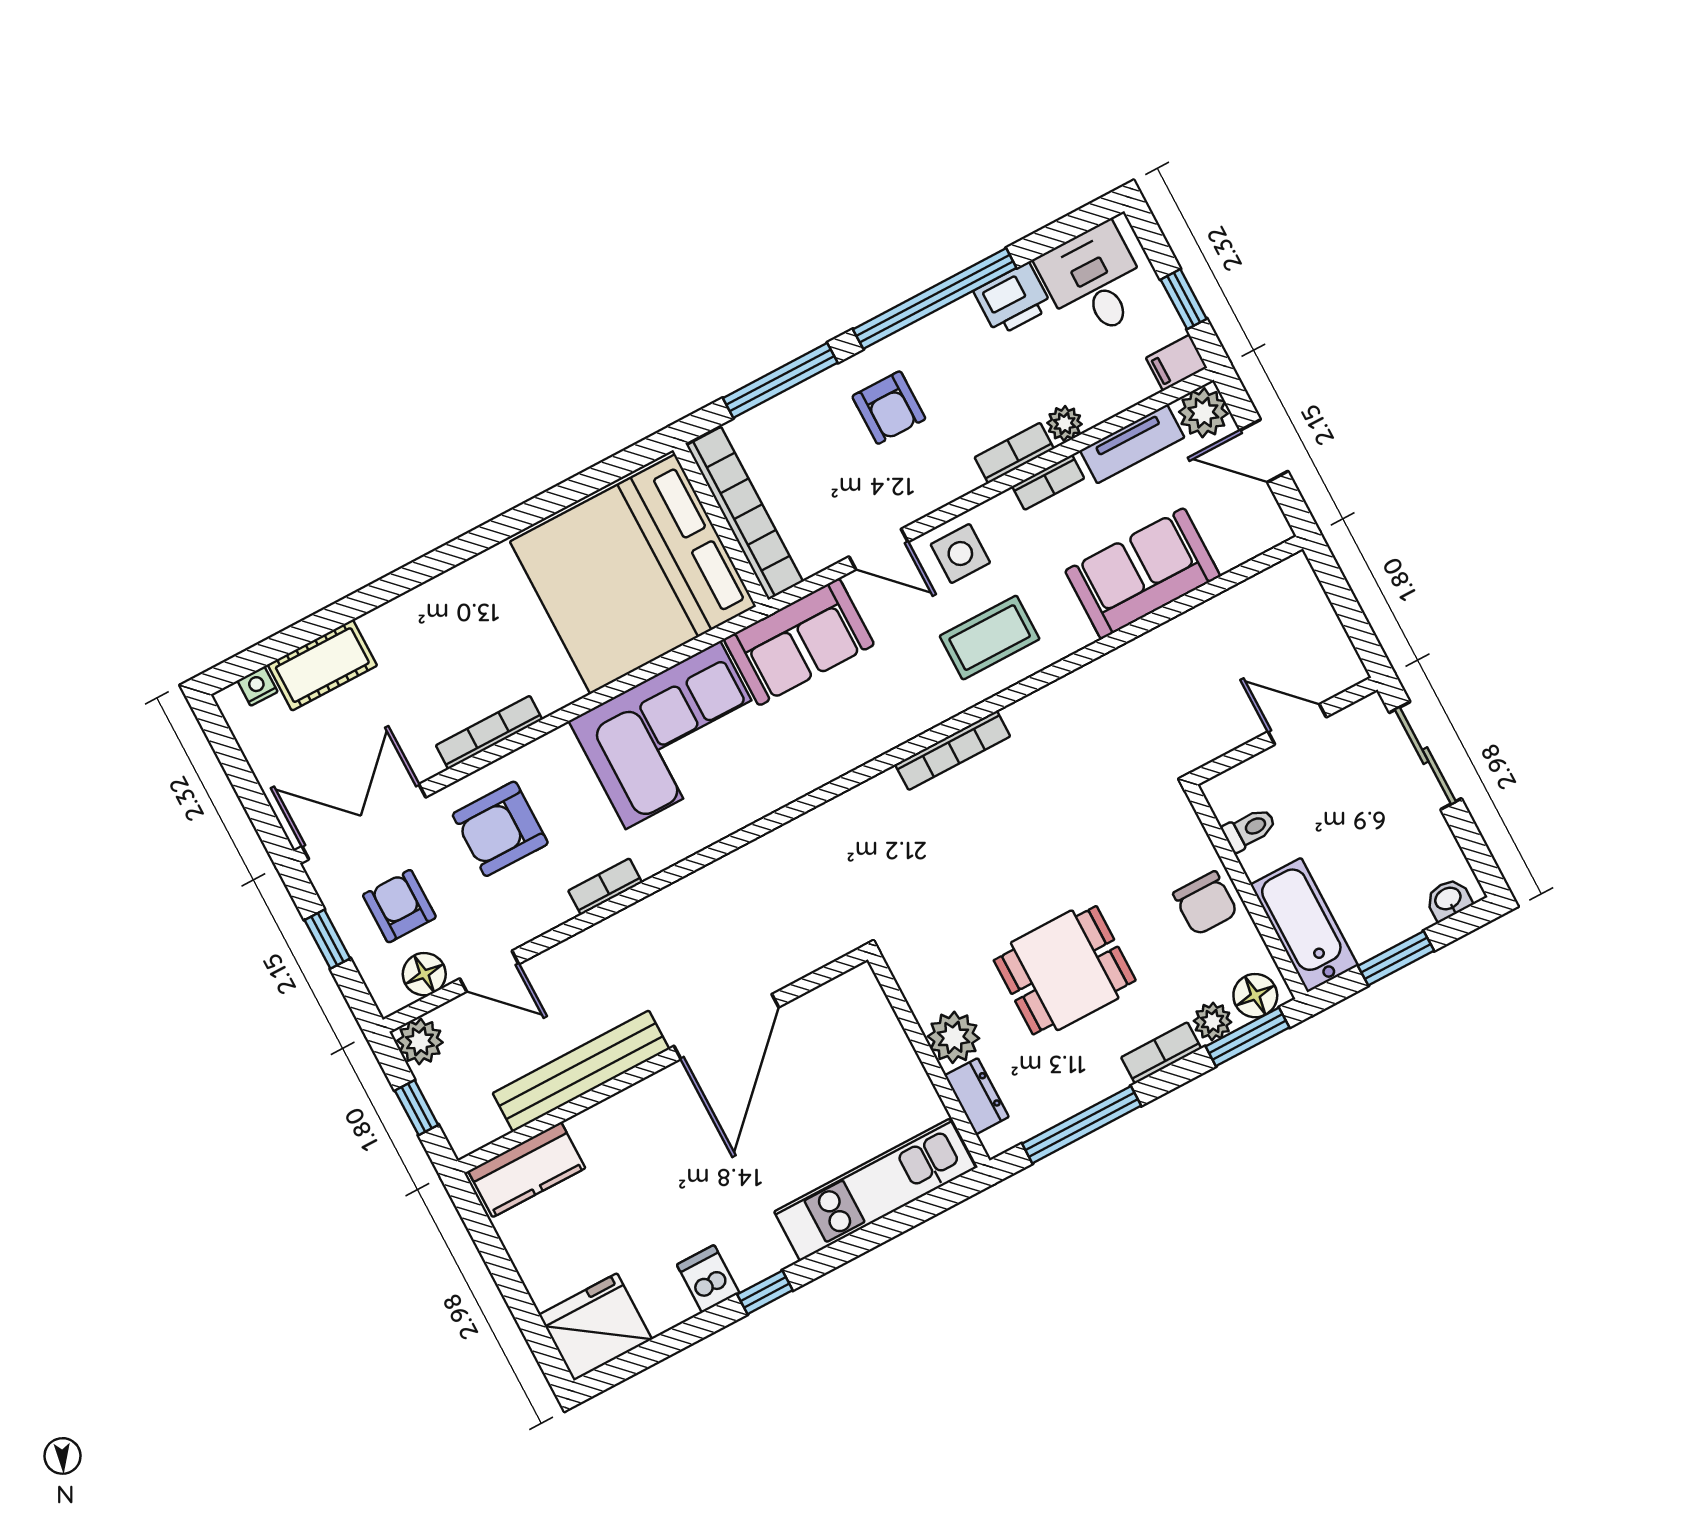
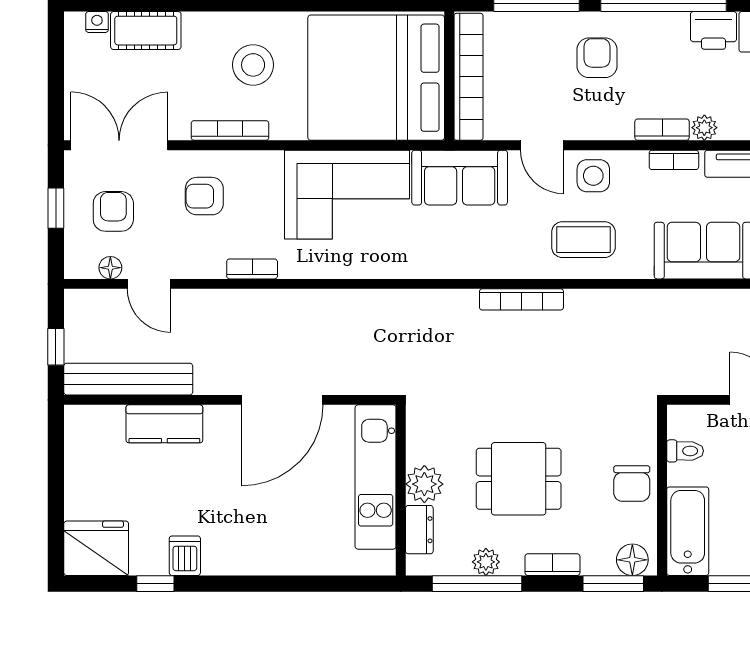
armchair: (889, 408) -> (597, 58), turned 180
stool: (475, 638) -> (253, 65), added
armchair: (500, 829) -> (204, 196), width x0.72, depth x0.72
floor lamp: (424, 974) -> (110, 268), width x0.73, depth x0.73
plant: (1213, 1021) -> (486, 562), moved
plant: (420, 1041) -> (81, 305), removed
bench: (581, 1071) -> (128, 379), moved
kitchen counter: (527, 1170) -> (164, 424), moved
kitchen unit: (875, 1190) -> (376, 477), moved, turned -90
window: (765, 1292) -> (155, 584), moved

